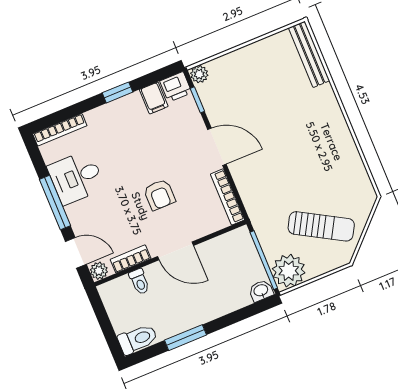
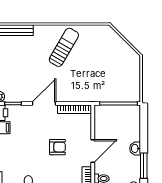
sun lounger: (321, 226) -> (64, 47), moved
plant: (289, 271) -> (130, 92), removed
washbasin: (261, 291) -> (135, 148), moved

